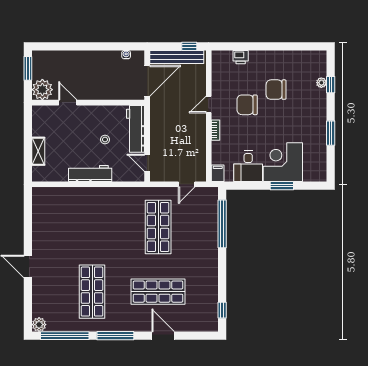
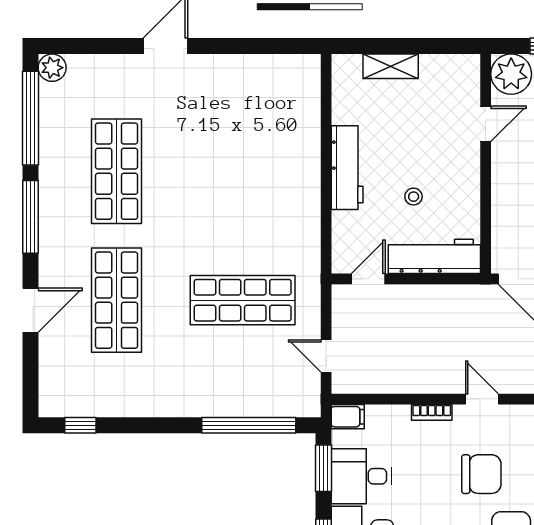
chair: (247, 105) -> (481, 474), turned 90
window: (244, 186) -> (323, 468), added
shop shelf: (92, 292) -> (117, 171), turned 90

